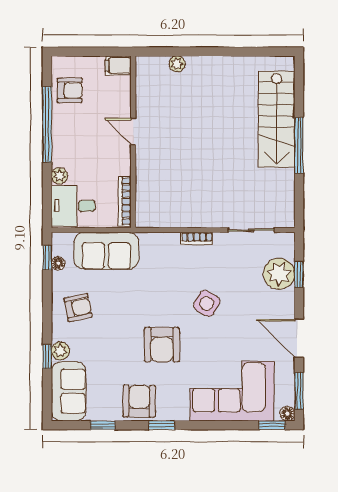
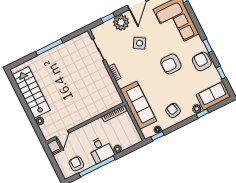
stairs: (277, 119) -> (31, 92), moved, turned -90
door: (133, 131) -> (62, 135), moved
desk: (73, 206) -> (101, 150), moved
sofa: (106, 251) -> (138, 105), width x1.36
plant: (279, 274) -> (121, 22), moved
side table: (207, 303) -> (140, 43), moved
armchair: (162, 345) -> (171, 64), turned 180
armchair: (139, 401) -> (202, 62), turned 89

